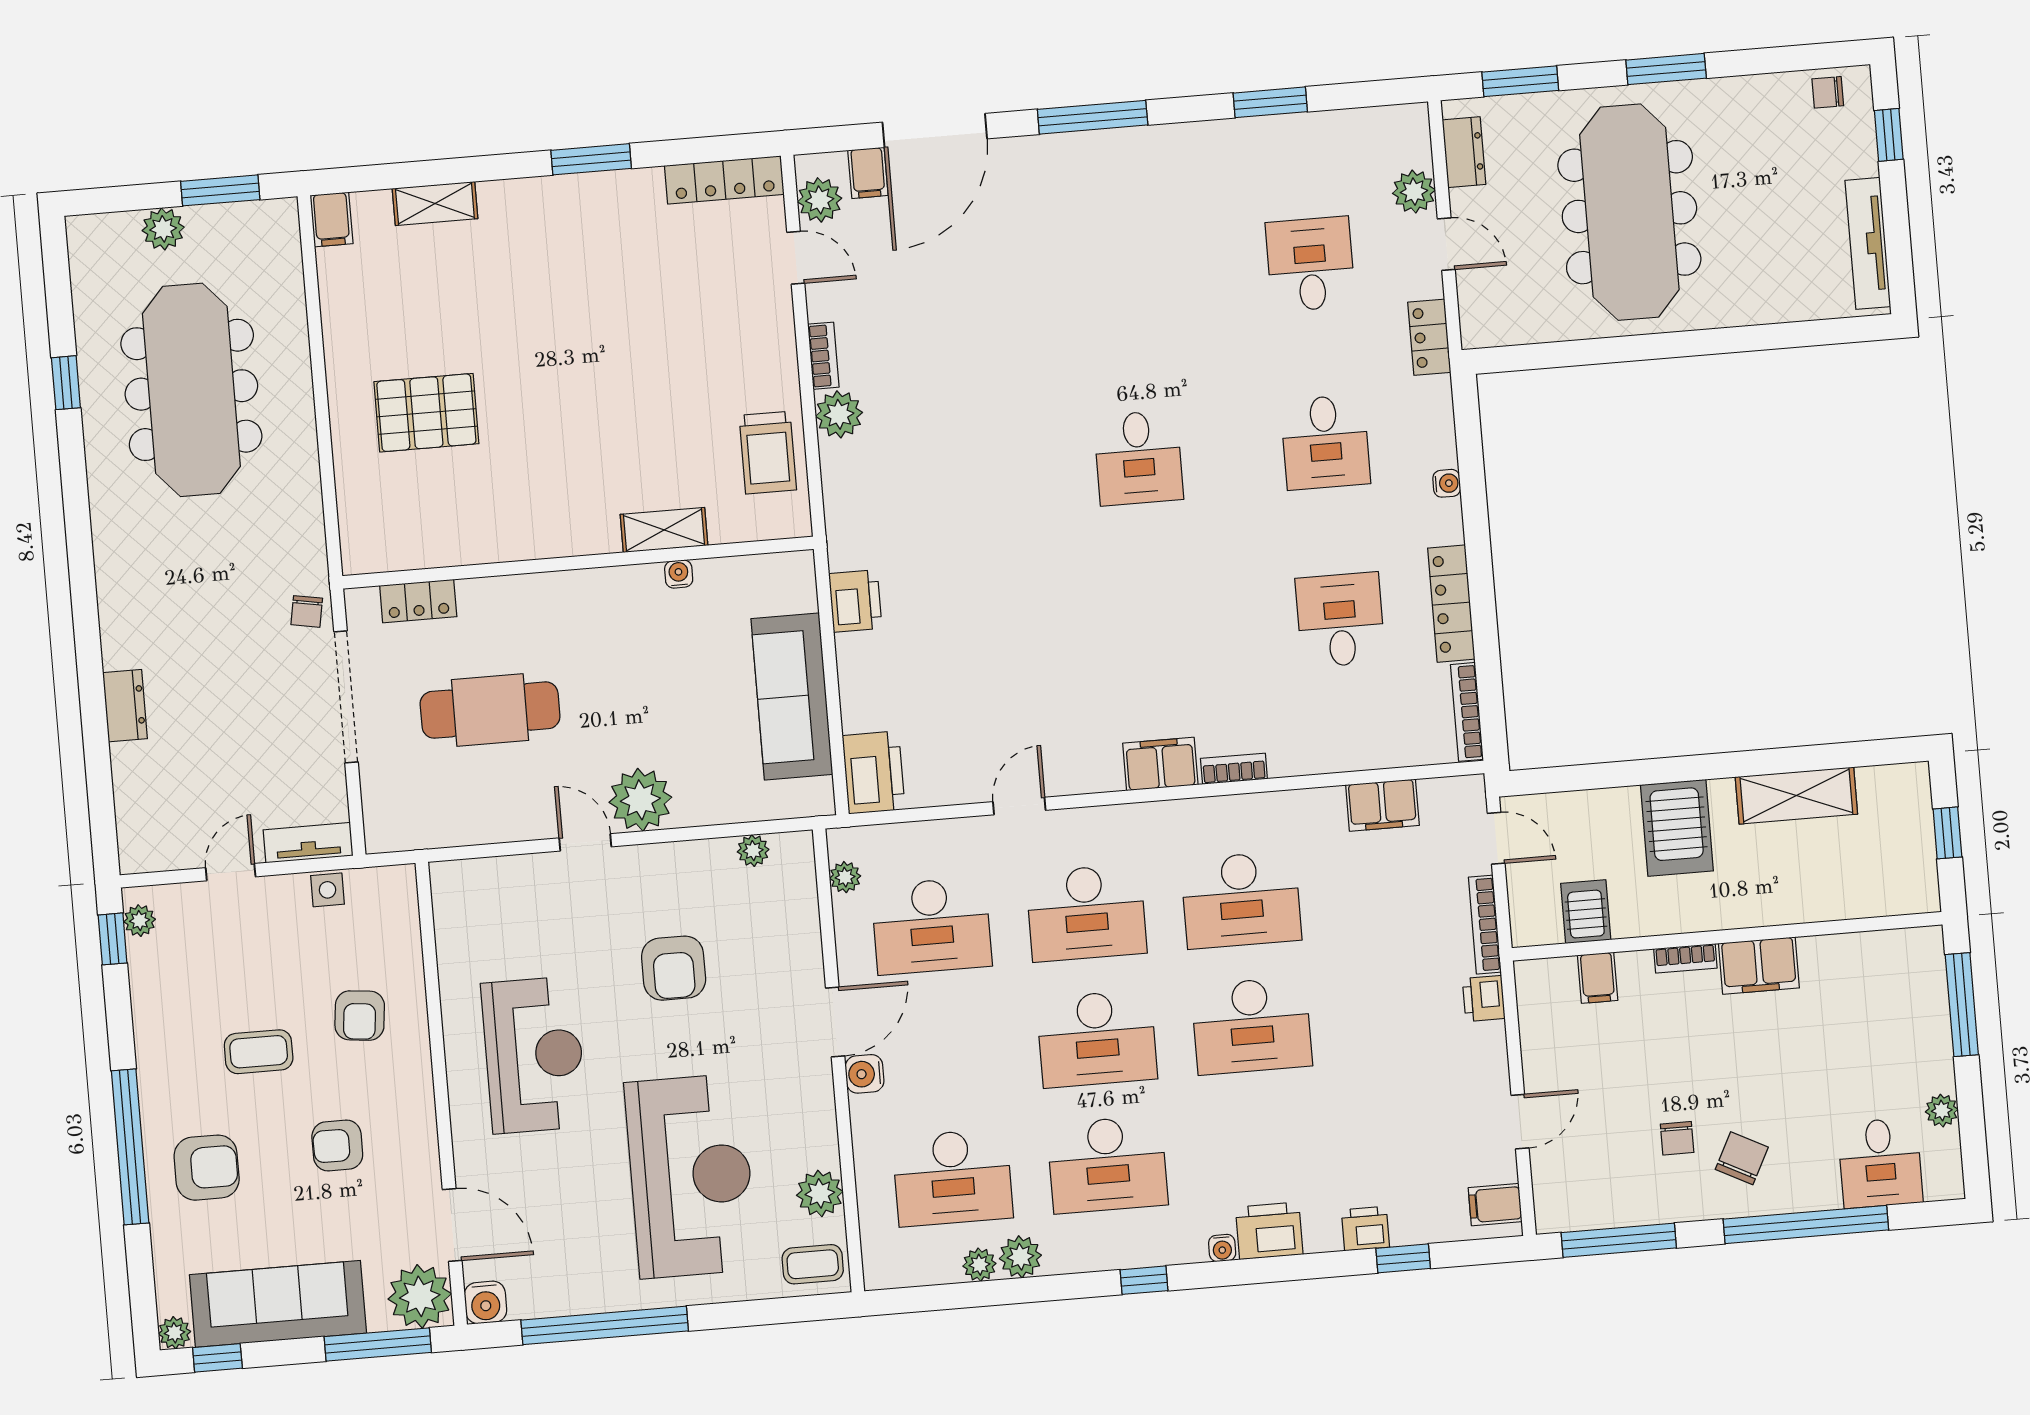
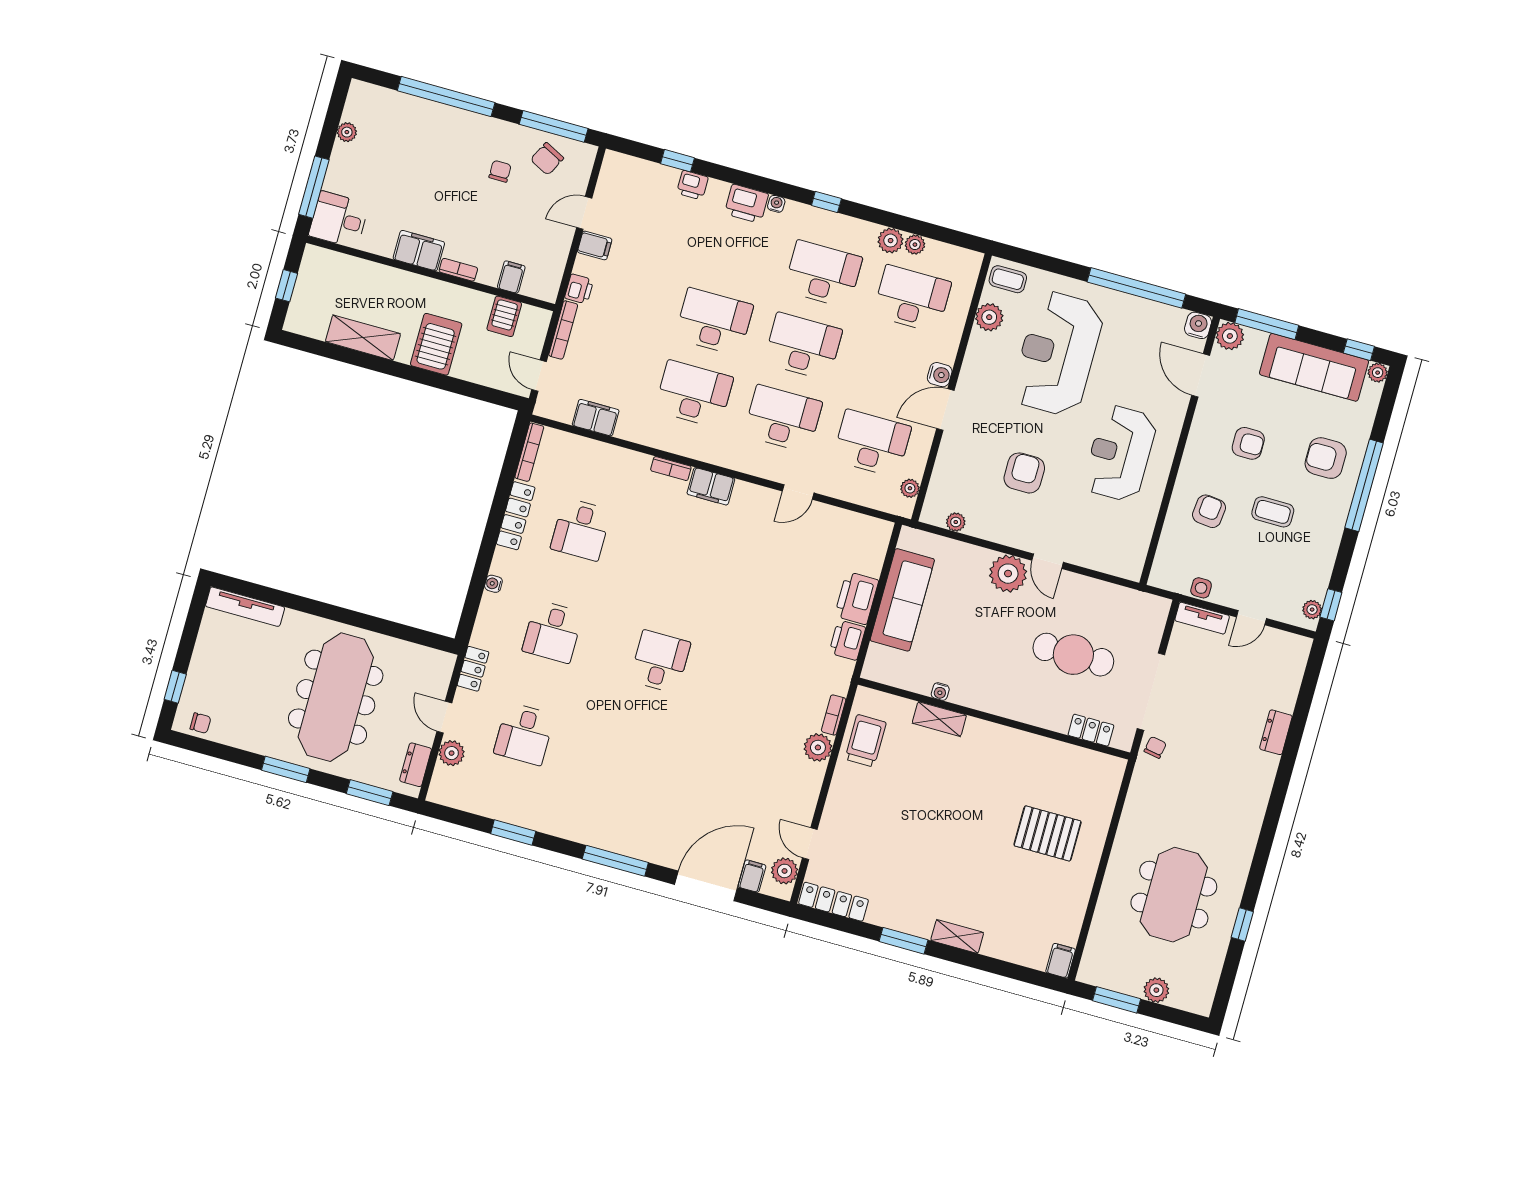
shelving: (435, 203) -> (957, 936), moved
tv unit: (1868, 243) -> (245, 607), moved, turned 90
bookcase: (823, 356) -> (834, 715), moved
meeting table: (191, 390) -> (1174, 895), width x0.73
desk: (1325, 442) -> (553, 632), turned 180
printer: (874, 772) -> (857, 598), moved
chair: (1742, 1158) -> (547, 159), moved
desk: (1880, 1163) -> (339, 220), moved, turned -90
filing cabinet: (1495, 1205) -> (595, 245), moved
plant: (420, 1296) -> (1230, 336), width x0.73, depth x0.73

